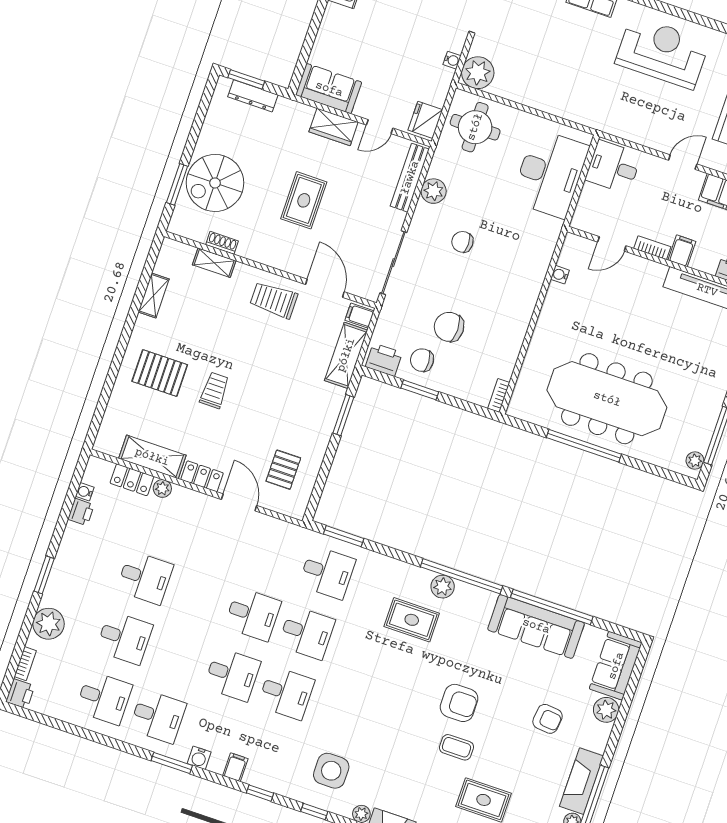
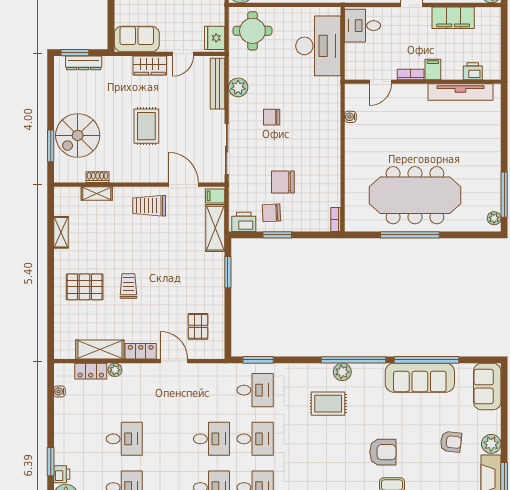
printer: (81, 512) -> (62, 474), moved
plant: (606, 710) -> (491, 444), moved

